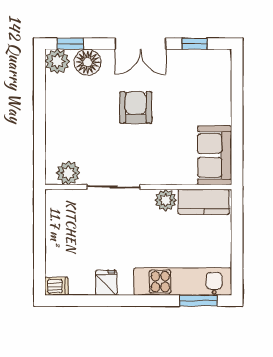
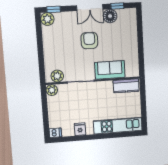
floor lamp: (88, 62) -> (110, 16), moved
sofa: (215, 155) -> (110, 70), moved, turned 90
plant: (166, 200) -> (52, 90), moved
window: (198, 301) -> (126, 134), removed

